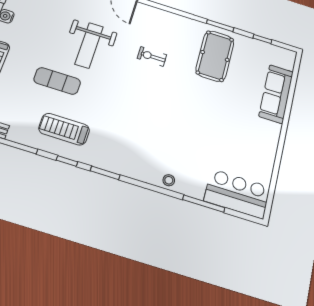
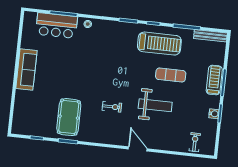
weight bench: (89, 45) -> (155, 105), turned 90
sofa: (276, 94) -> (26, 70), moved
treadmill: (64, 129) -> (159, 44), width x1.37, depth x1.38
bar counter: (237, 194) -> (57, 26), moved

